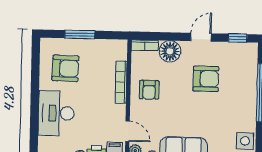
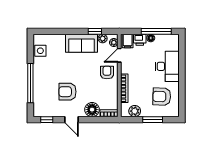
door: (201, 37) -> (71, 120), hinge flipped
plant: (106, 48) -> (135, 111), added
armchair: (149, 90) -> (107, 73), moved
door: (127, 131) -> (119, 55), hinge flipped

